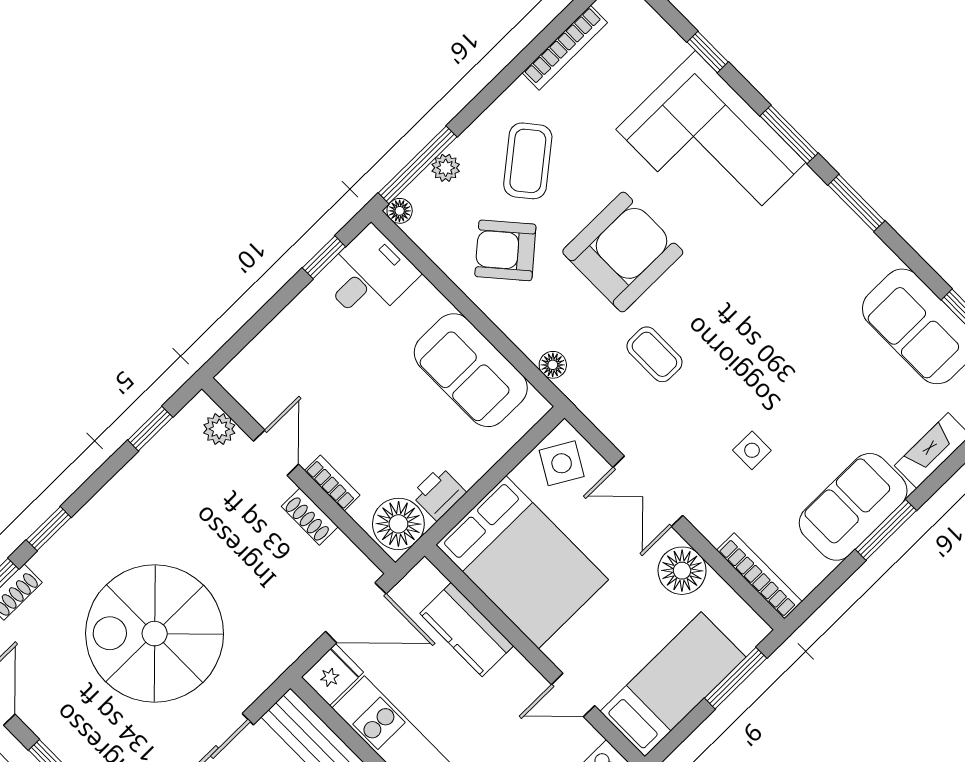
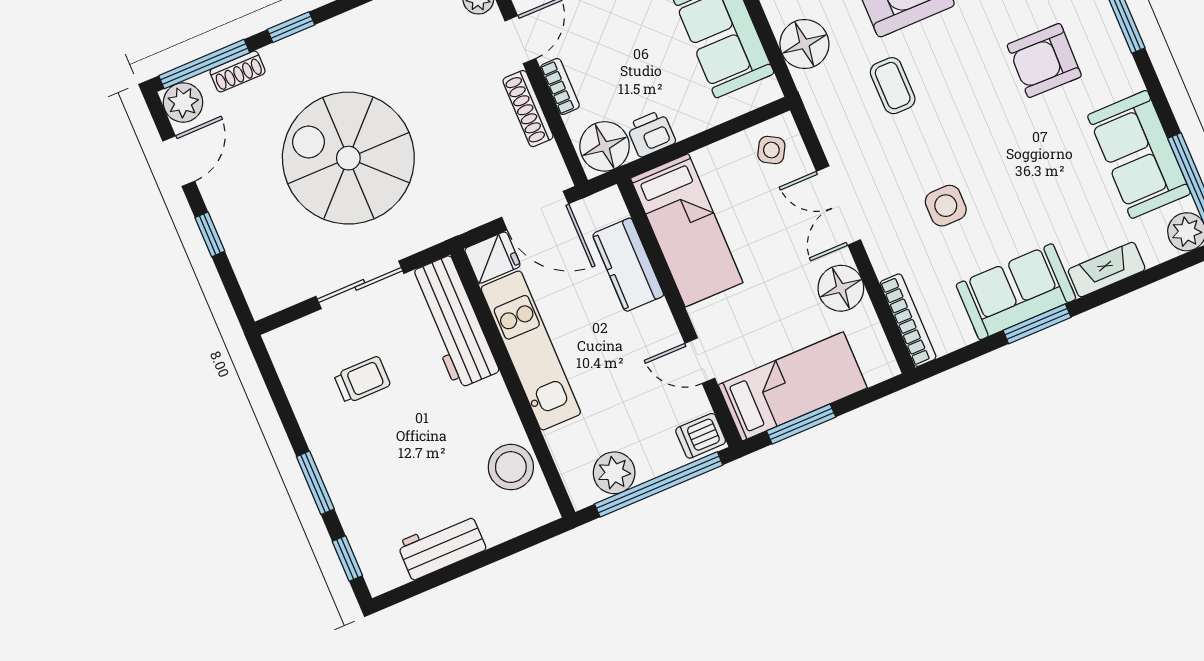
armchair: (792, 272) -> (1044, 60), added
floor lamp: (553, 365) -> (804, 44), width x1.89, depth x1.89
side table: (752, 450) -> (946, 206), width x1.37, depth x1.37
side table: (562, 463) -> (771, 150), width x0.73, depth x0.73
shoe rack: (310, 517) -> (528, 109), width x1.43
bed: (522, 562) -> (687, 230), width x0.67
window: (736, 678) -> (801, 424), moved

